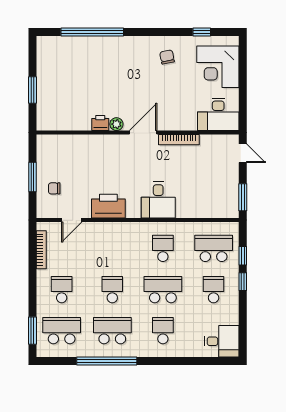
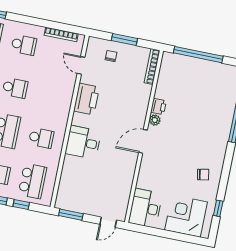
window: (32, 90) -> (198, 55), width x2.11
door: (143, 133) -> (143, 141), swing flipped
bookcase: (179, 140) -> (152, 67), moved

